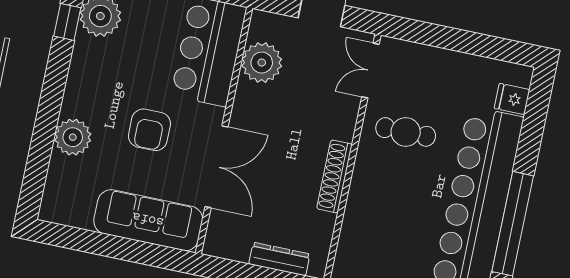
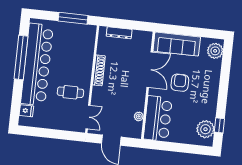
plant: (262, 63) -> (139, 116), width x0.53, depth x0.53
plant: (73, 137) -> (215, 51), moved
double door: (216, 167) -> (150, 70), swing flipped

